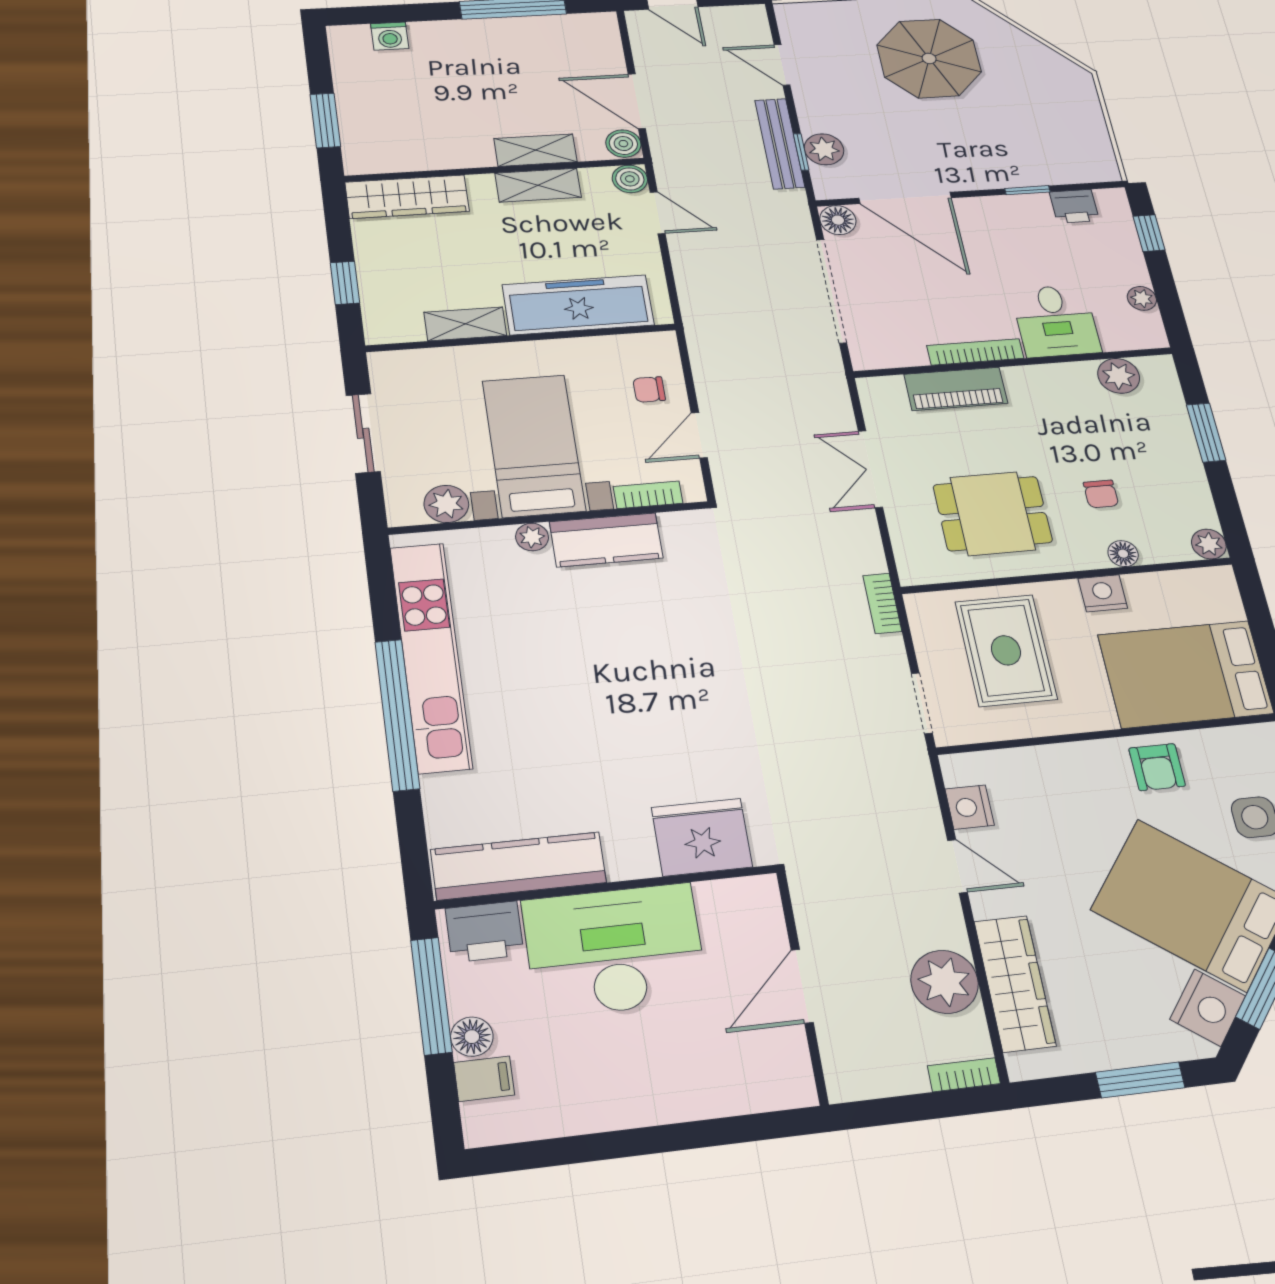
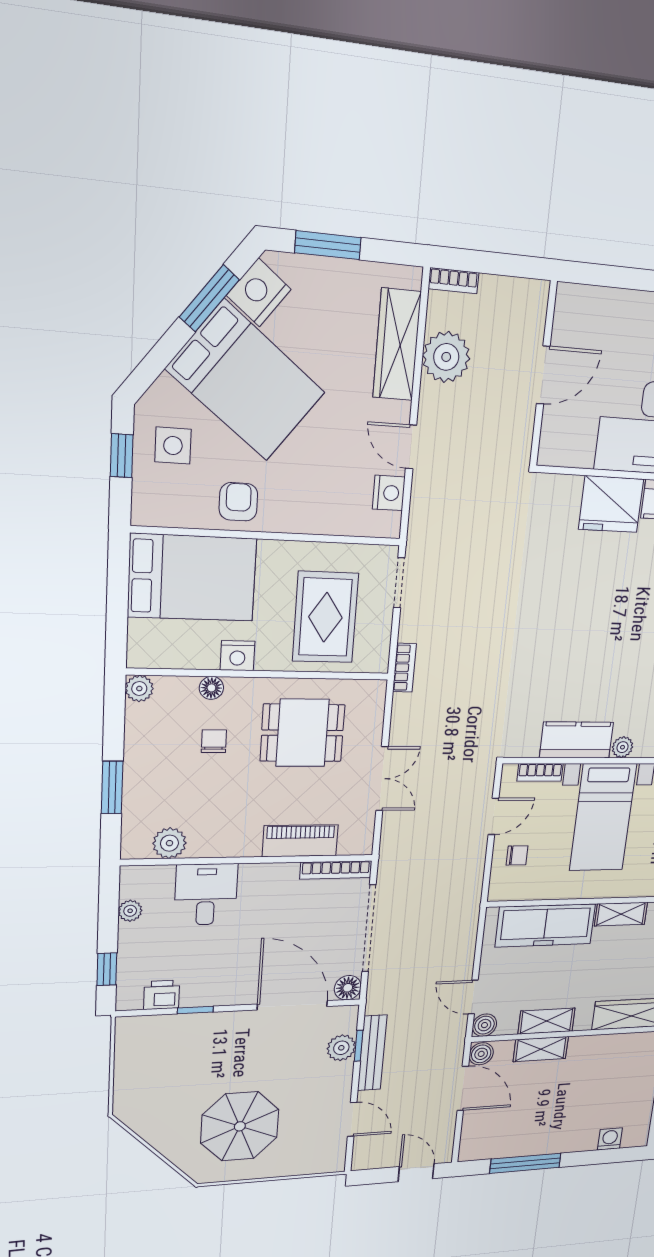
bookcase: (975, 352) -> (336, 870), moved
fridge: (702, 837) -> (611, 504), moved

